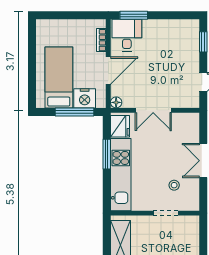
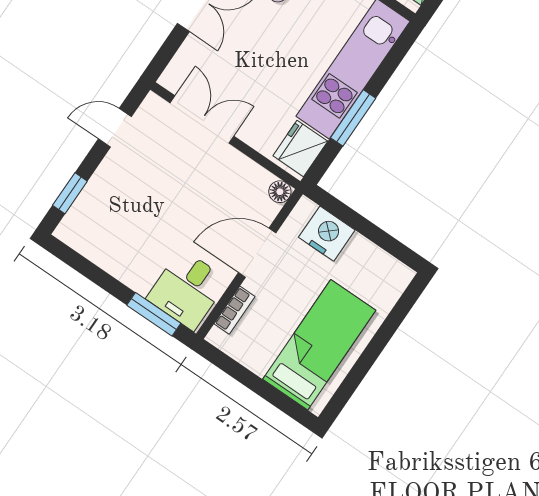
bed: (59, 77) -> (319, 345), moved, turned 180
double door: (153, 110) -> (202, 119), moved
window: (75, 112) -> (358, 223), removed

